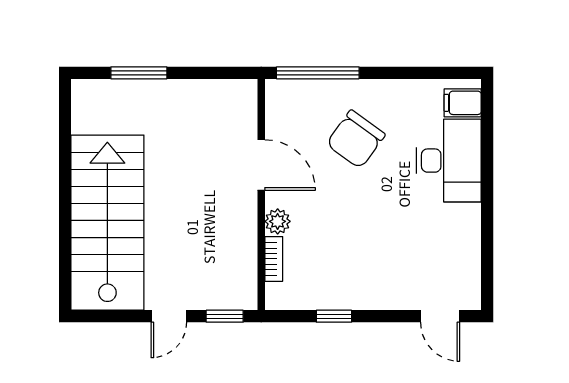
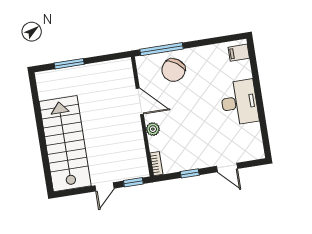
chair: (356, 139) -> (173, 70), moved
desk: (449, 161) -> (239, 102), moved
bookcase: (274, 259) -> (156, 164), moved
door: (440, 316) -> (227, 167), moved

